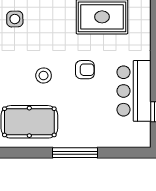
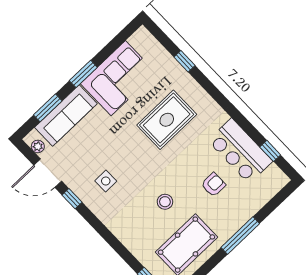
armchair: (85, 70) -> (213, 185), moved

